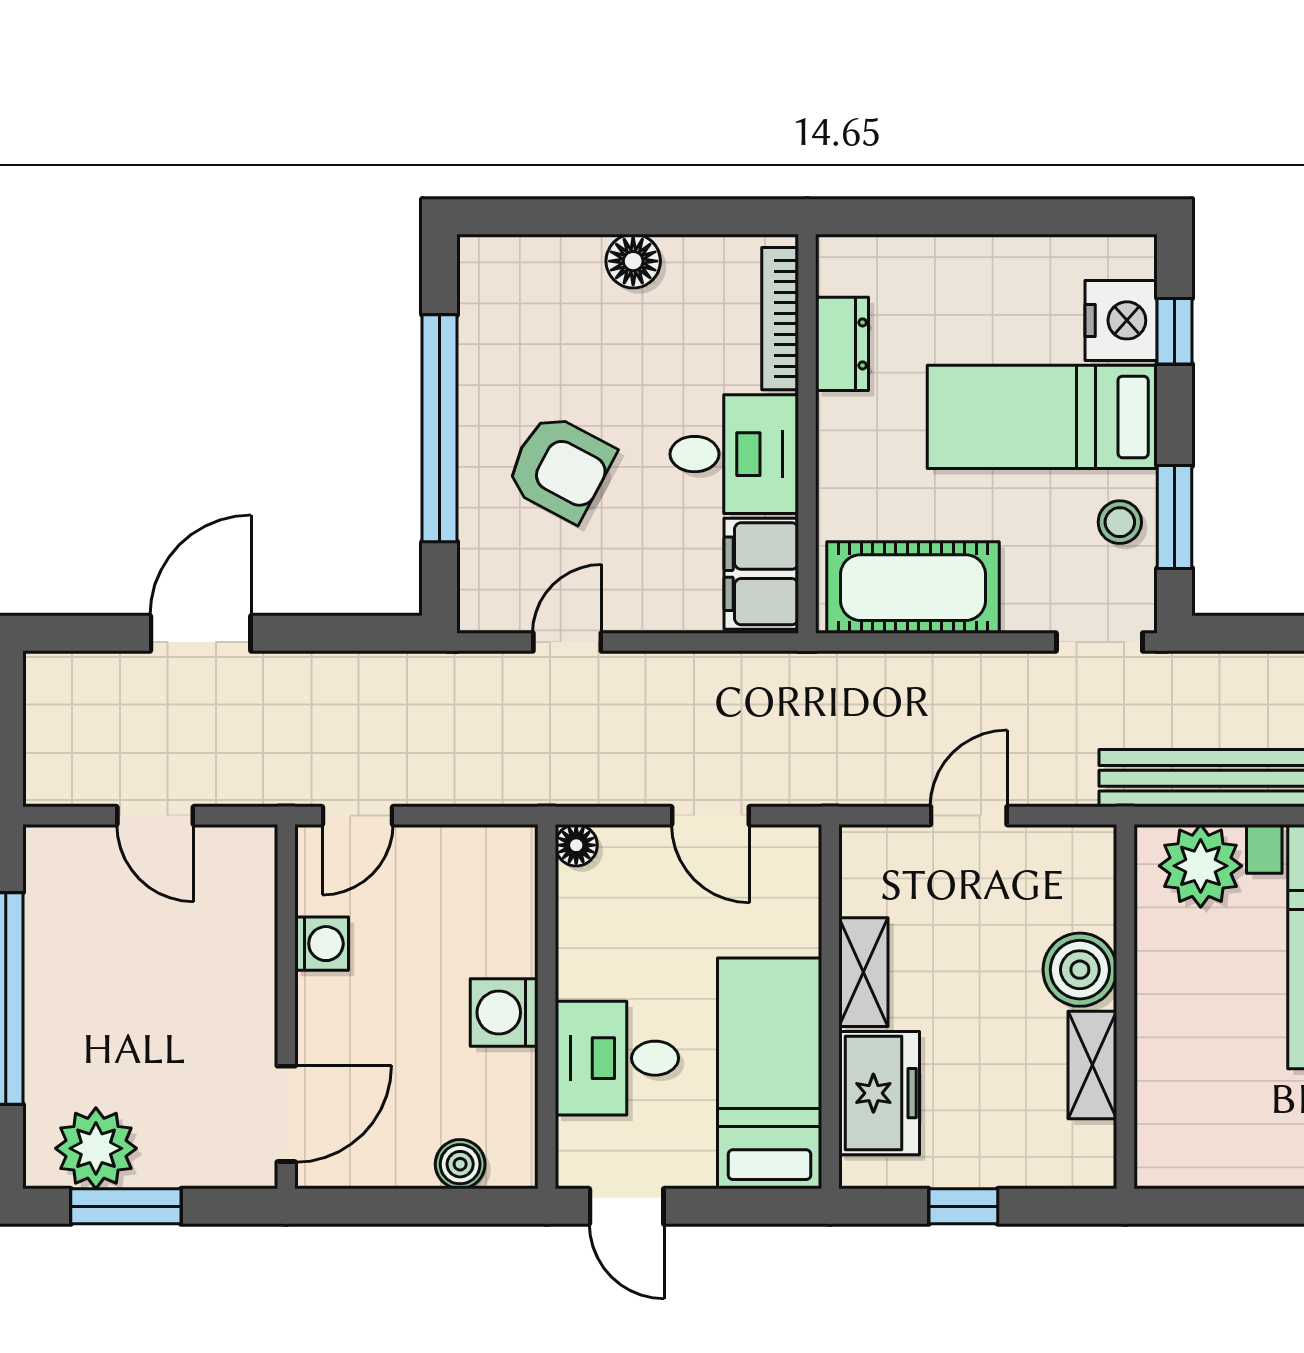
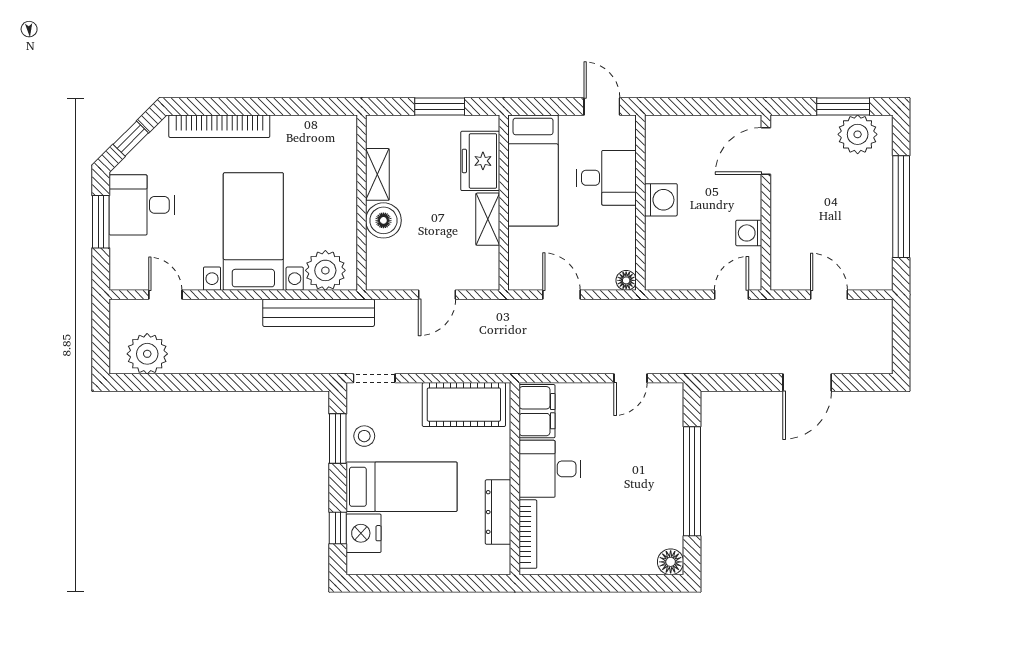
floor lamp: (633, 261) -> (671, 562), moved
dresser: (842, 344) -> (498, 512), width x1.44
armchair: (560, 468) -> (634, 462), removed
boiler: (460, 1164) -> (682, 127), removed
window: (963, 1206) -> (440, 106), width x1.50

